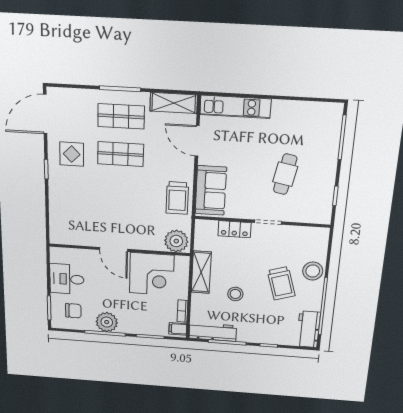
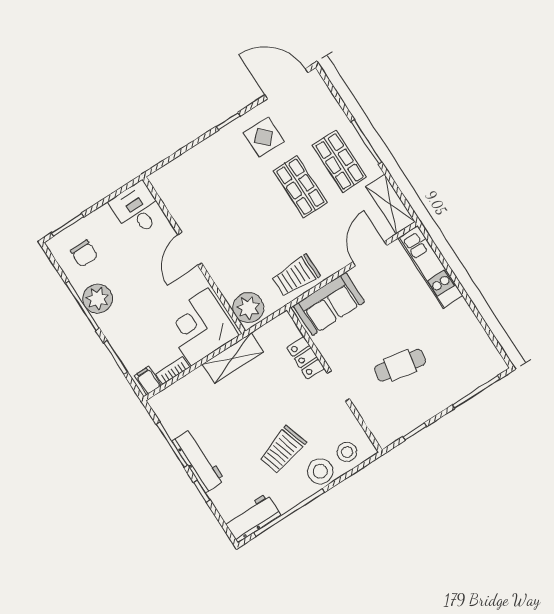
corner desk: (152, 274) -> (200, 327), moved, turned 90
desk: (67, 279) -> (137, 209), moved
stool: (235, 294) -> (347, 452), moved
workbench: (213, 332) -> (198, 461), moved

